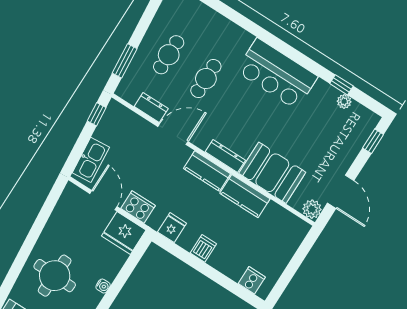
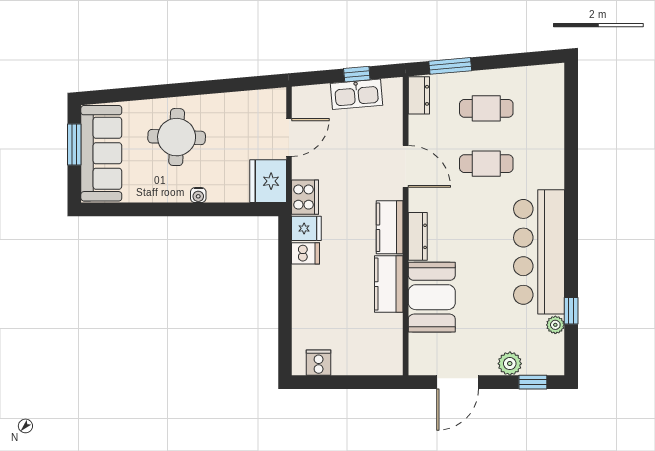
bar counter: (277, 74) -> (539, 252), width x1.36
dresser: (151, 108) -> (419, 95), moved
window: (97, 114) -> (357, 74), moved
kitchen sink: (91, 160) -> (357, 94), moved
cooker: (138, 207) -> (305, 197), moved
plant: (312, 209) -> (510, 364), moved
dishwasher: (203, 248) -> (306, 253), moved
cooker: (252, 280) -> (319, 363), moved, turned -90

